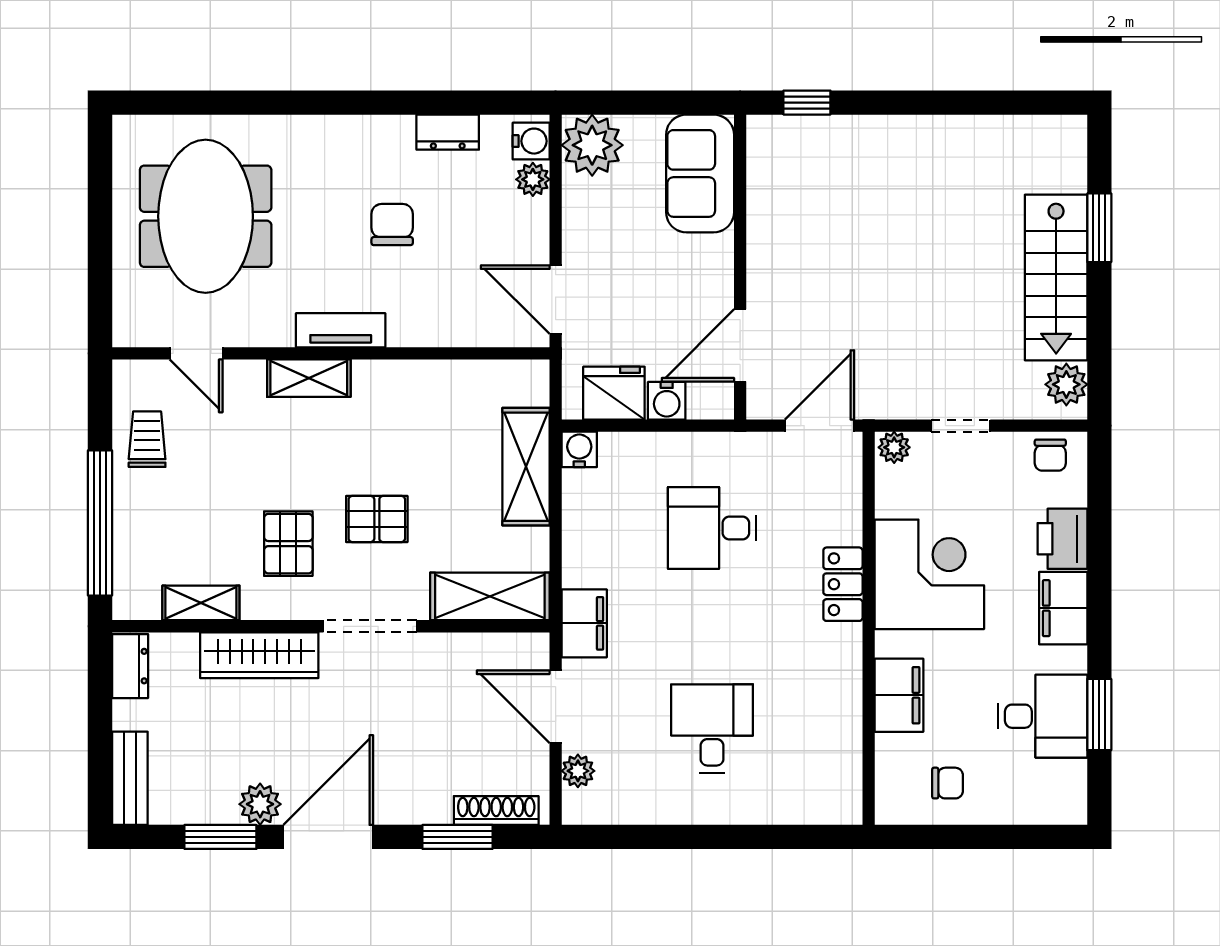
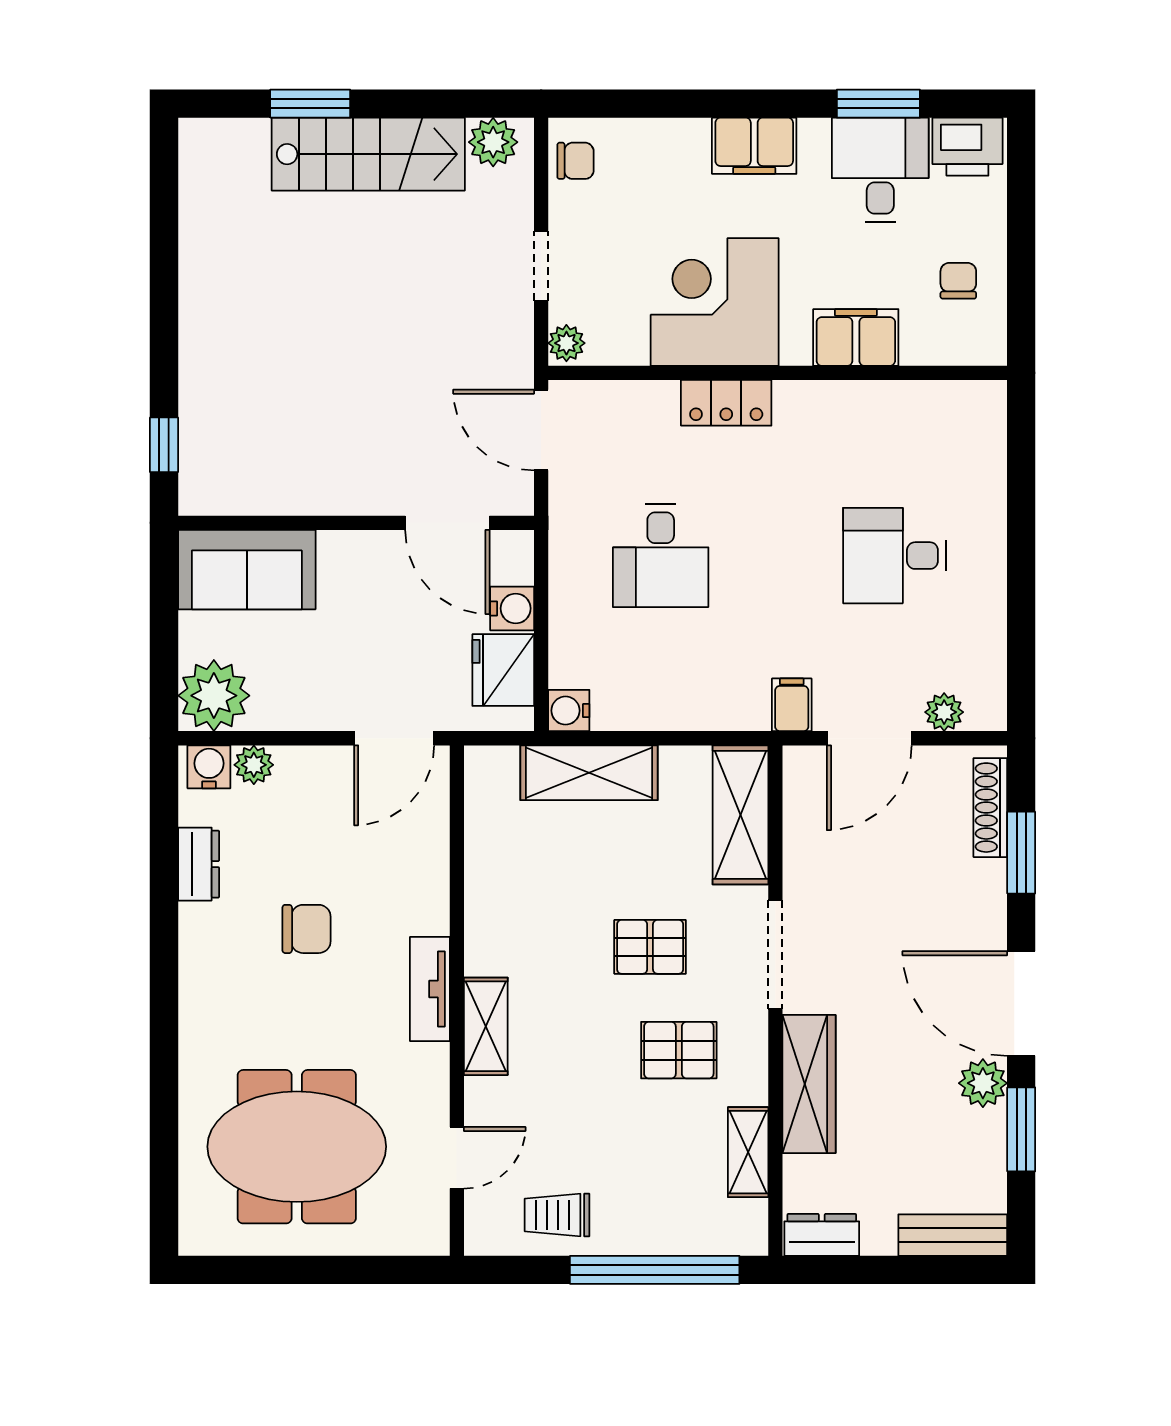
chair: (392, 225) -> (306, 929), turned 180
pallet: (377, 519) -> (650, 947), turned 90
printer: (1062, 539) -> (967, 147), moved
filing cabinet: (584, 623) -> (792, 705), width x0.50

